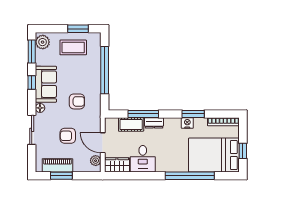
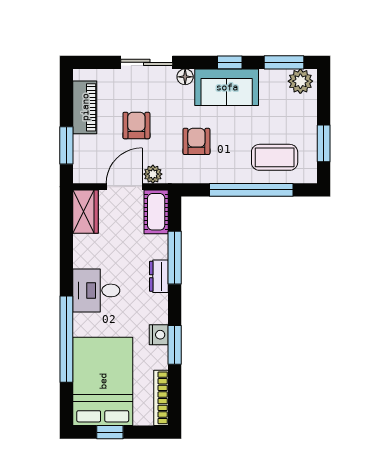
coffee table: (73, 47) -> (275, 157), moved, turned 90
armchair: (77, 101) -> (196, 141), turned 180
cot: (131, 124) -> (156, 212), moved
desk: (143, 159) -> (96, 290), moved
plant: (96, 161) -> (153, 174), moved
window: (61, 176) -> (66, 145), moved

